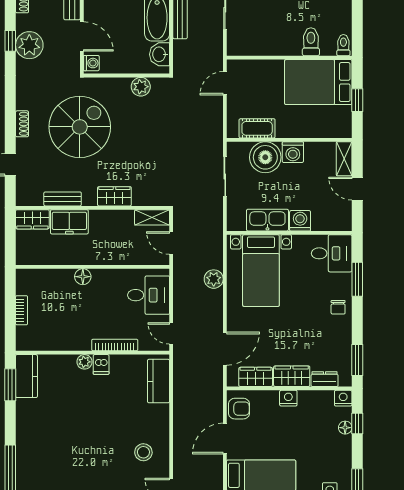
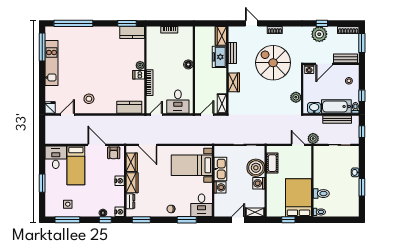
spiral stairs: (80, 127) -> (273, 63), turned 180
plant: (214, 279) -> (313, 139), moved

